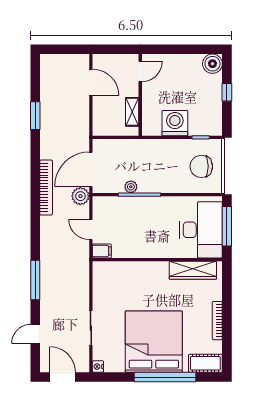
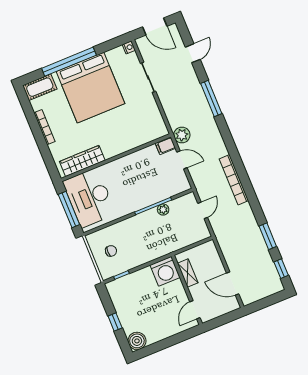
window: (35, 77) -> (281, 269), added
washing machine: (175, 123) -> (165, 271), moved
chair: (201, 166) -> (111, 251), width x0.54, depth x0.54
door: (91, 169) -> (203, 210), width x0.53
plant: (80, 196) -> (182, 135), moved

